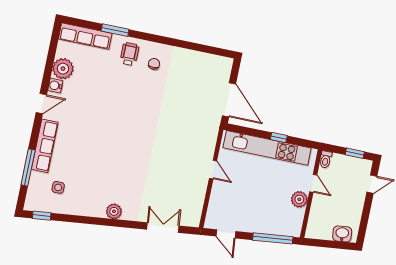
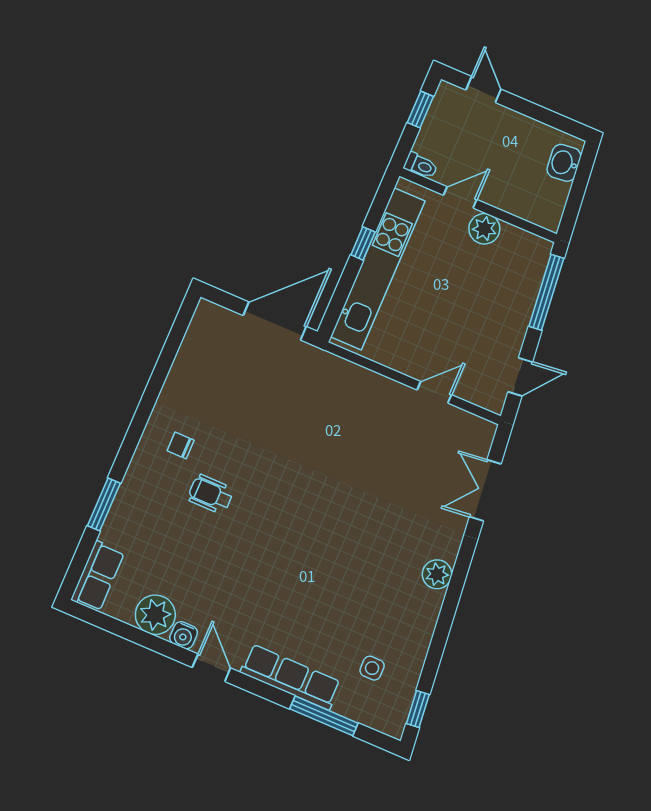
row of seats: (85, 36) -> (98, 576), width x0.68
wheelchair: (130, 54) -> (211, 494), moved
door: (213, 170) -> (434, 392), moved

